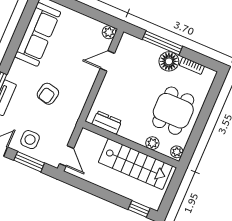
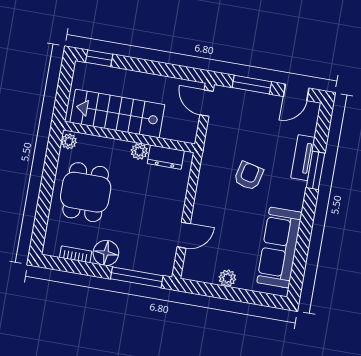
plant: (109, 32) -> (227, 278), moved
window: (162, 43) -> (137, 277), moved
side table: (30, 140) -> (257, 113), removed
plant: (152, 143) -> (139, 151), moved

